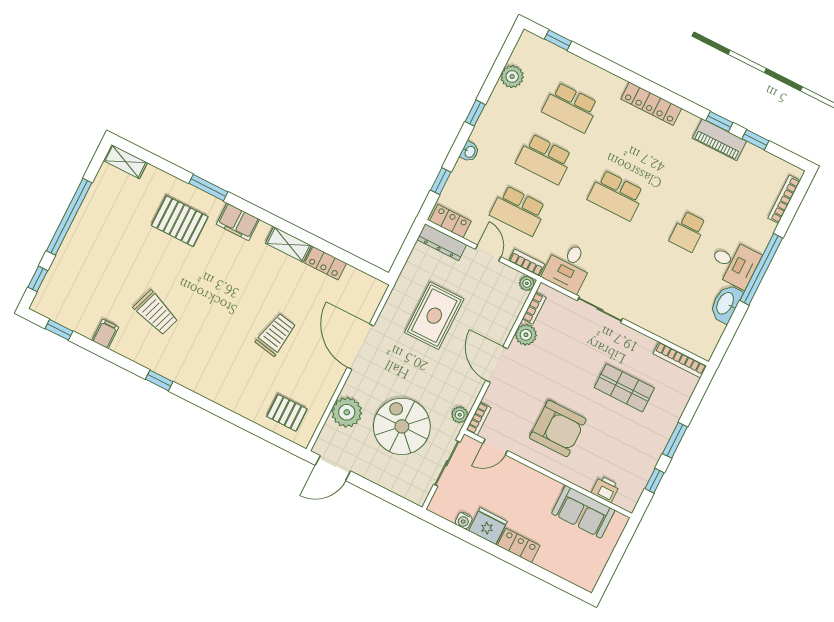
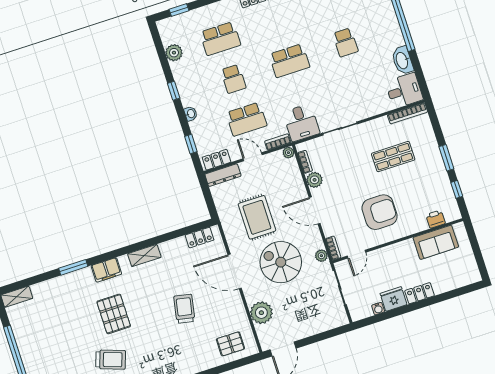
school desk: (544, 159) -> (233, 79), width x0.54
pallet: (180, 221) -> (114, 314), moved, turned 90
locker: (326, 263) -> (200, 238), moved
desk: (734, 263) -> (404, 91), moved
spiral stairs: (402, 426) -> (281, 262), moved

